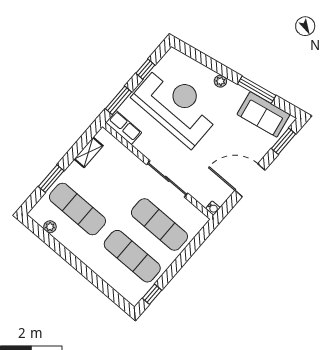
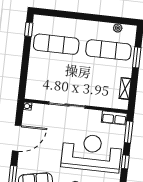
reception desk: (176, 106) -> (92, 153), turned 180
exercise mat: (159, 225) -> (53, 74), removed

